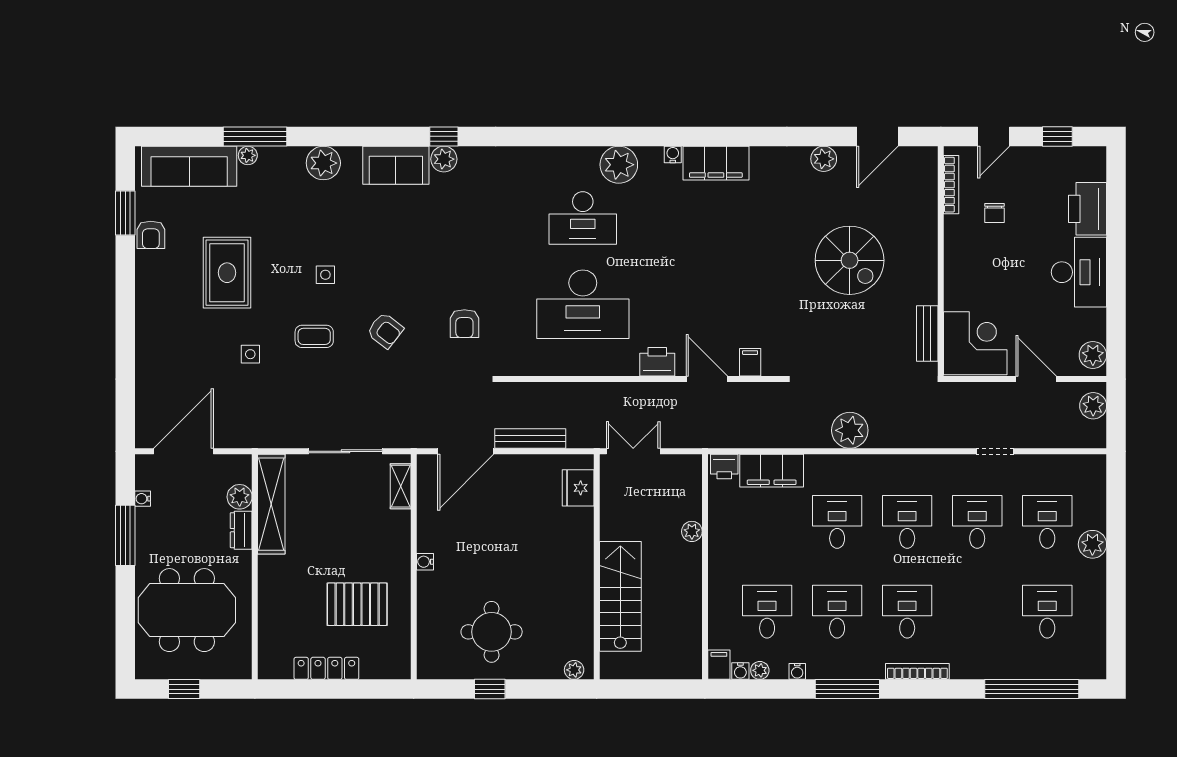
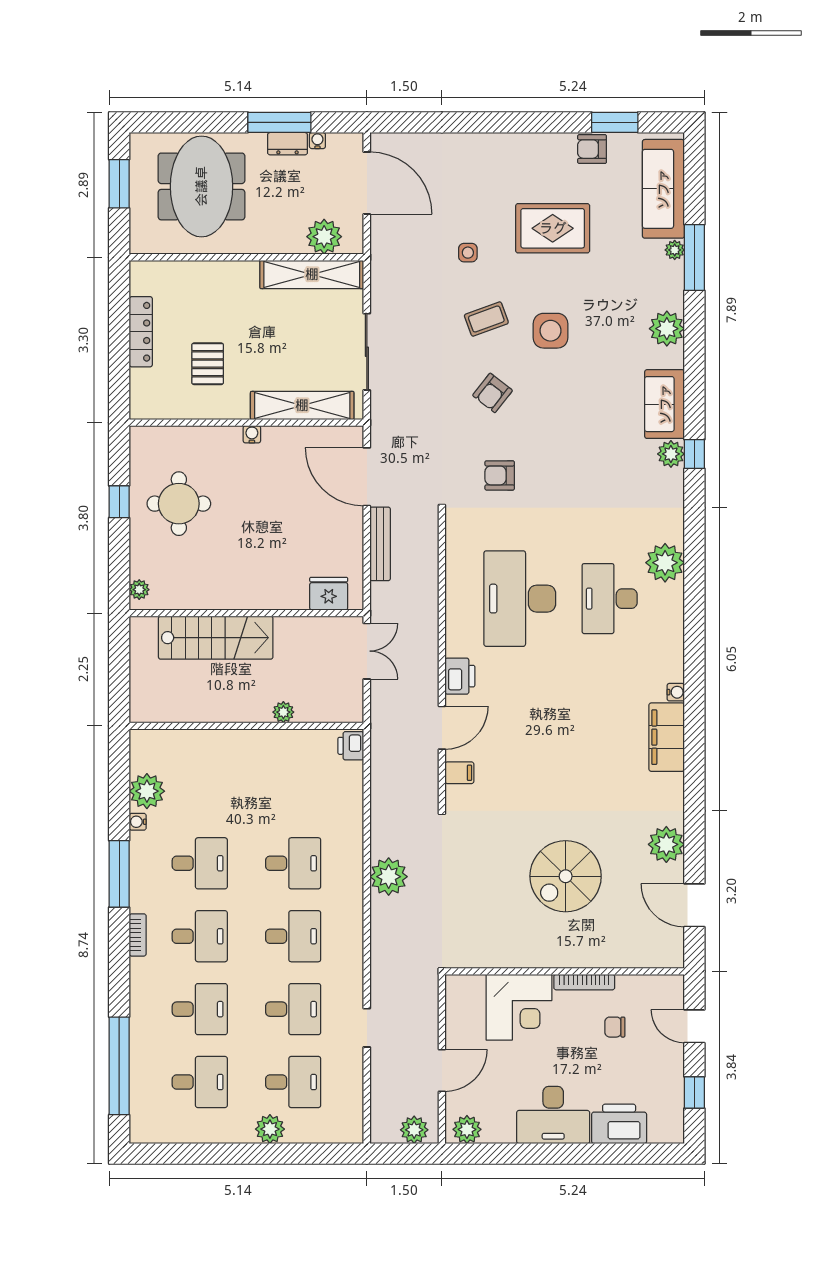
plant: (824, 159) -> (666, 844), width x1.36, depth x1.36
plant: (619, 165) -> (665, 563), moved
bookcase: (951, 185) -> (584, 982), moved
side table: (325, 275) -> (551, 331), width x1.87, depth x1.87
bench: (927, 333) -> (489, 957), removed
coffee table: (314, 336) -> (486, 319), turned 70
corner desk: (975, 343) -> (519, 1007), moved
filing cabinet: (772, 471) -> (347, 795), removed
shelving: (401, 486) -> (302, 405), width x2.20, depth x1.33
plant: (240, 497) -> (324, 237), width x1.36, depth x1.36
dresser: (241, 530) -> (287, 144), moved, turned 180
pallet: (357, 604) -> (208, 364), width x0.67, depth x0.71
desk: (767, 612) -> (200, 1009), moved
filing cabinet: (719, 665) -> (145, 740), removed
plant: (760, 670) -> (147, 791), width x1.88, depth x1.88
water cooler: (740, 671) -> (138, 763), removed
bookcase: (917, 671) -> (138, 935), width x0.64
window: (184, 689) -> (119, 184), width x1.50

